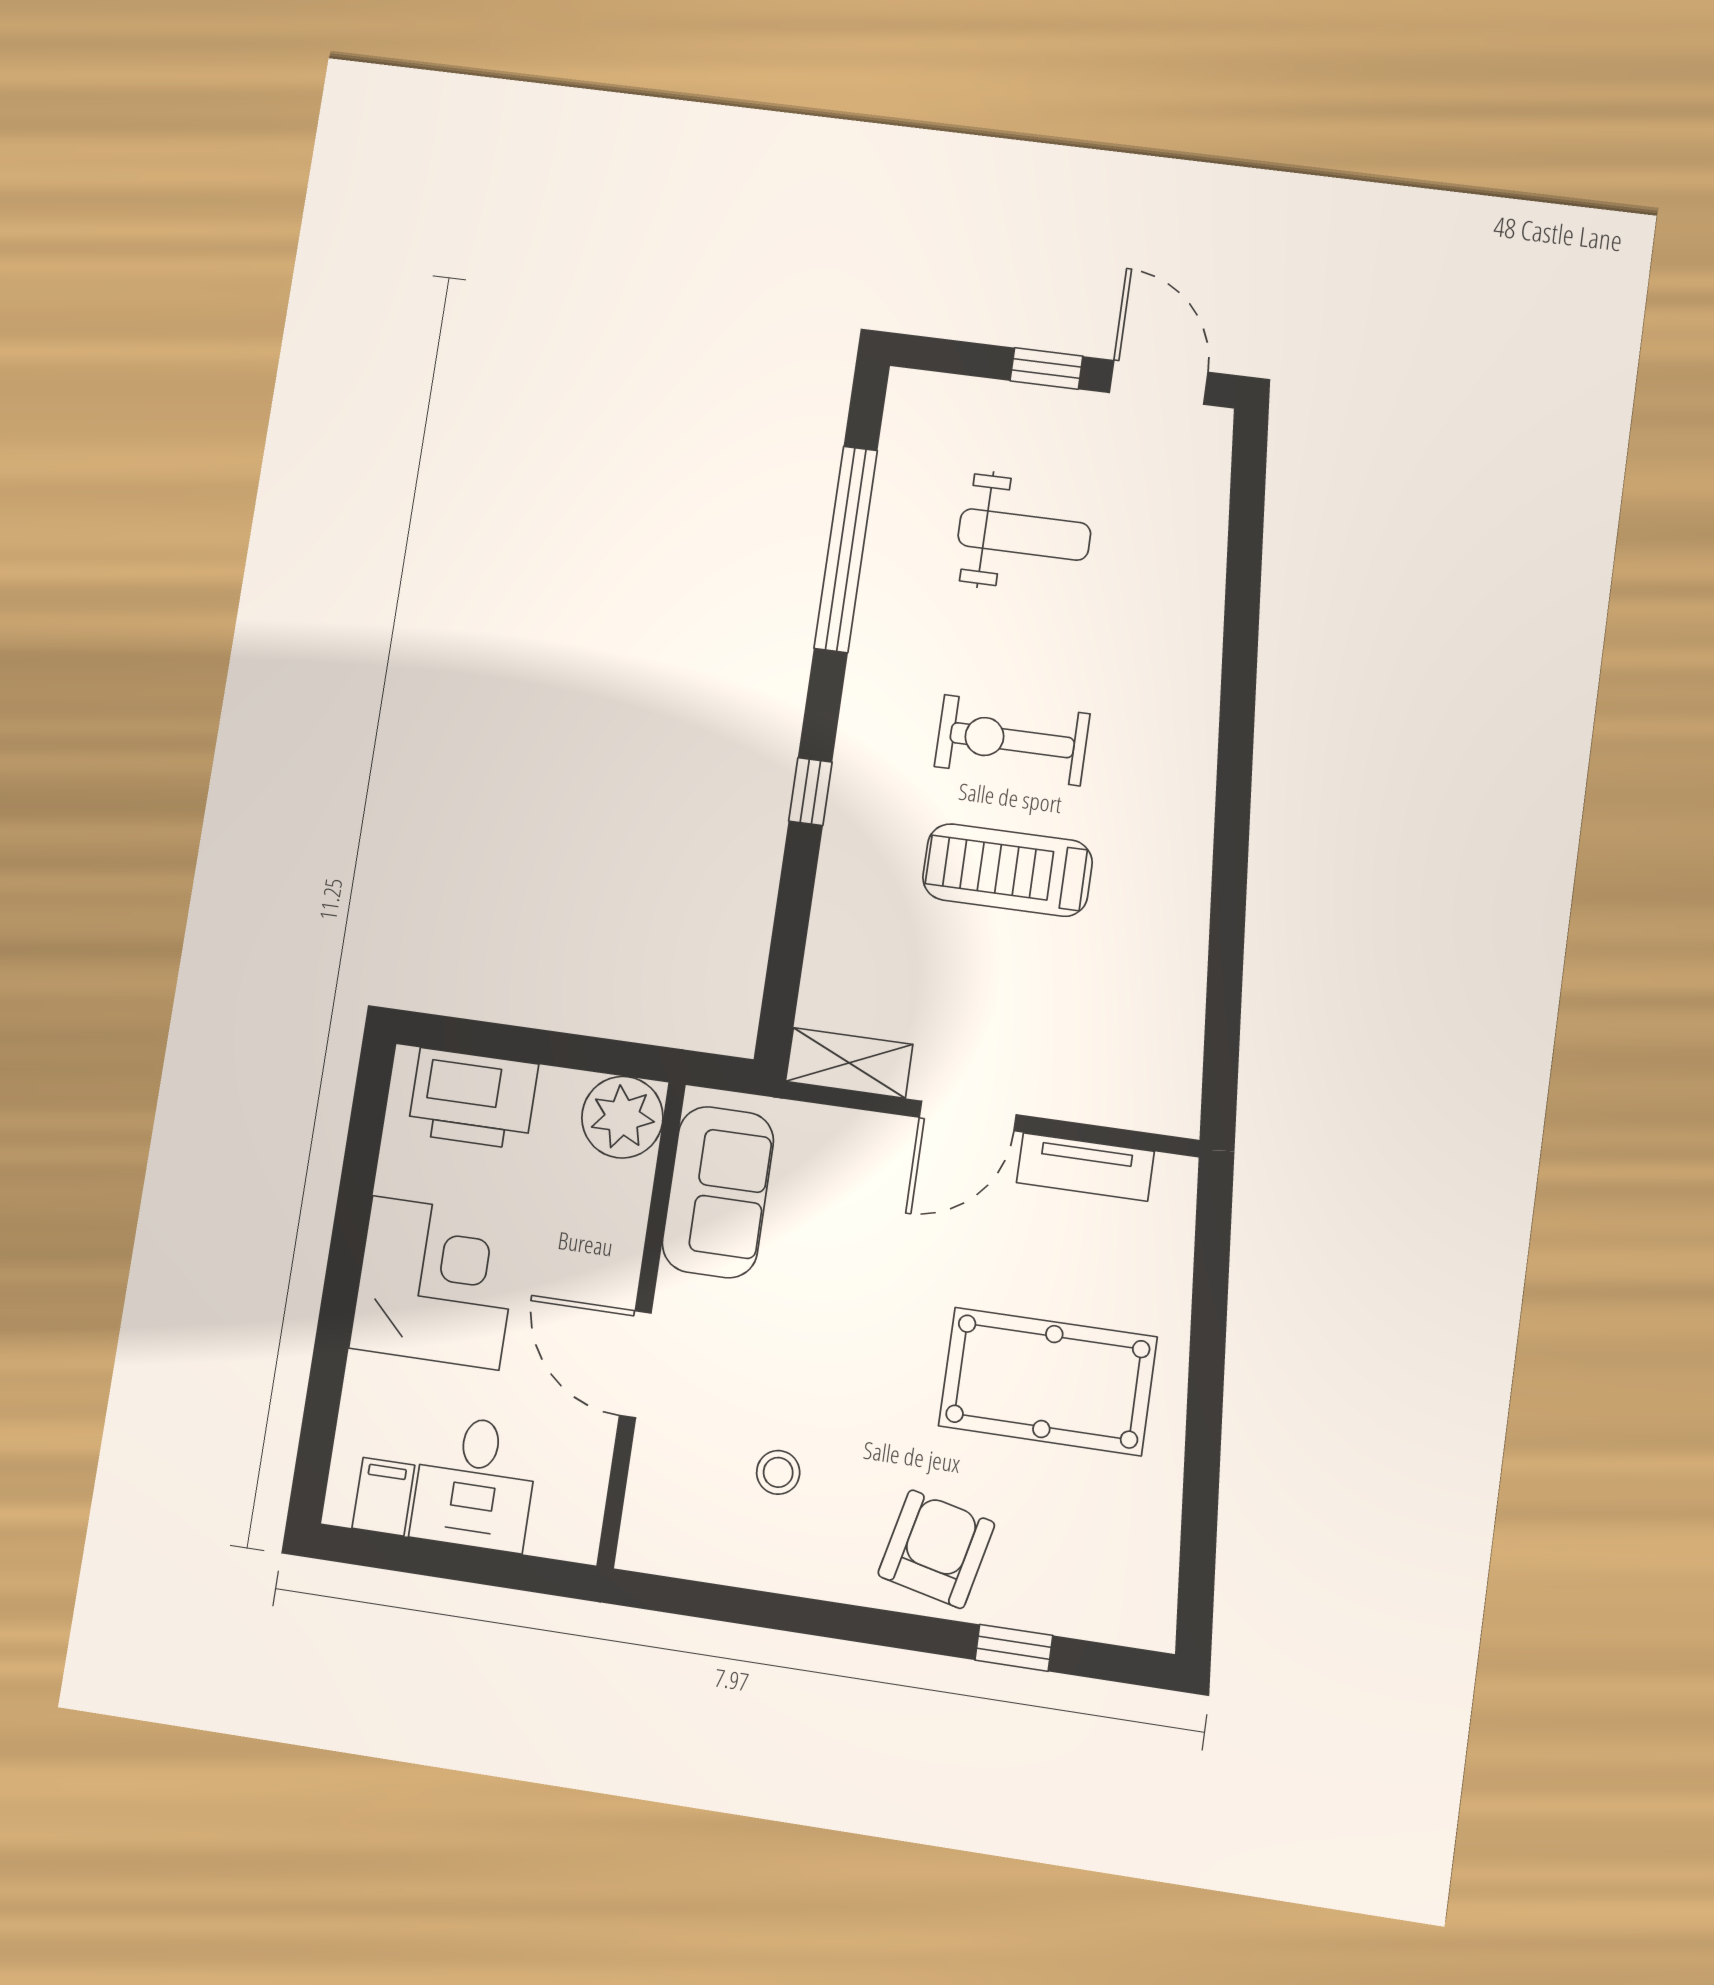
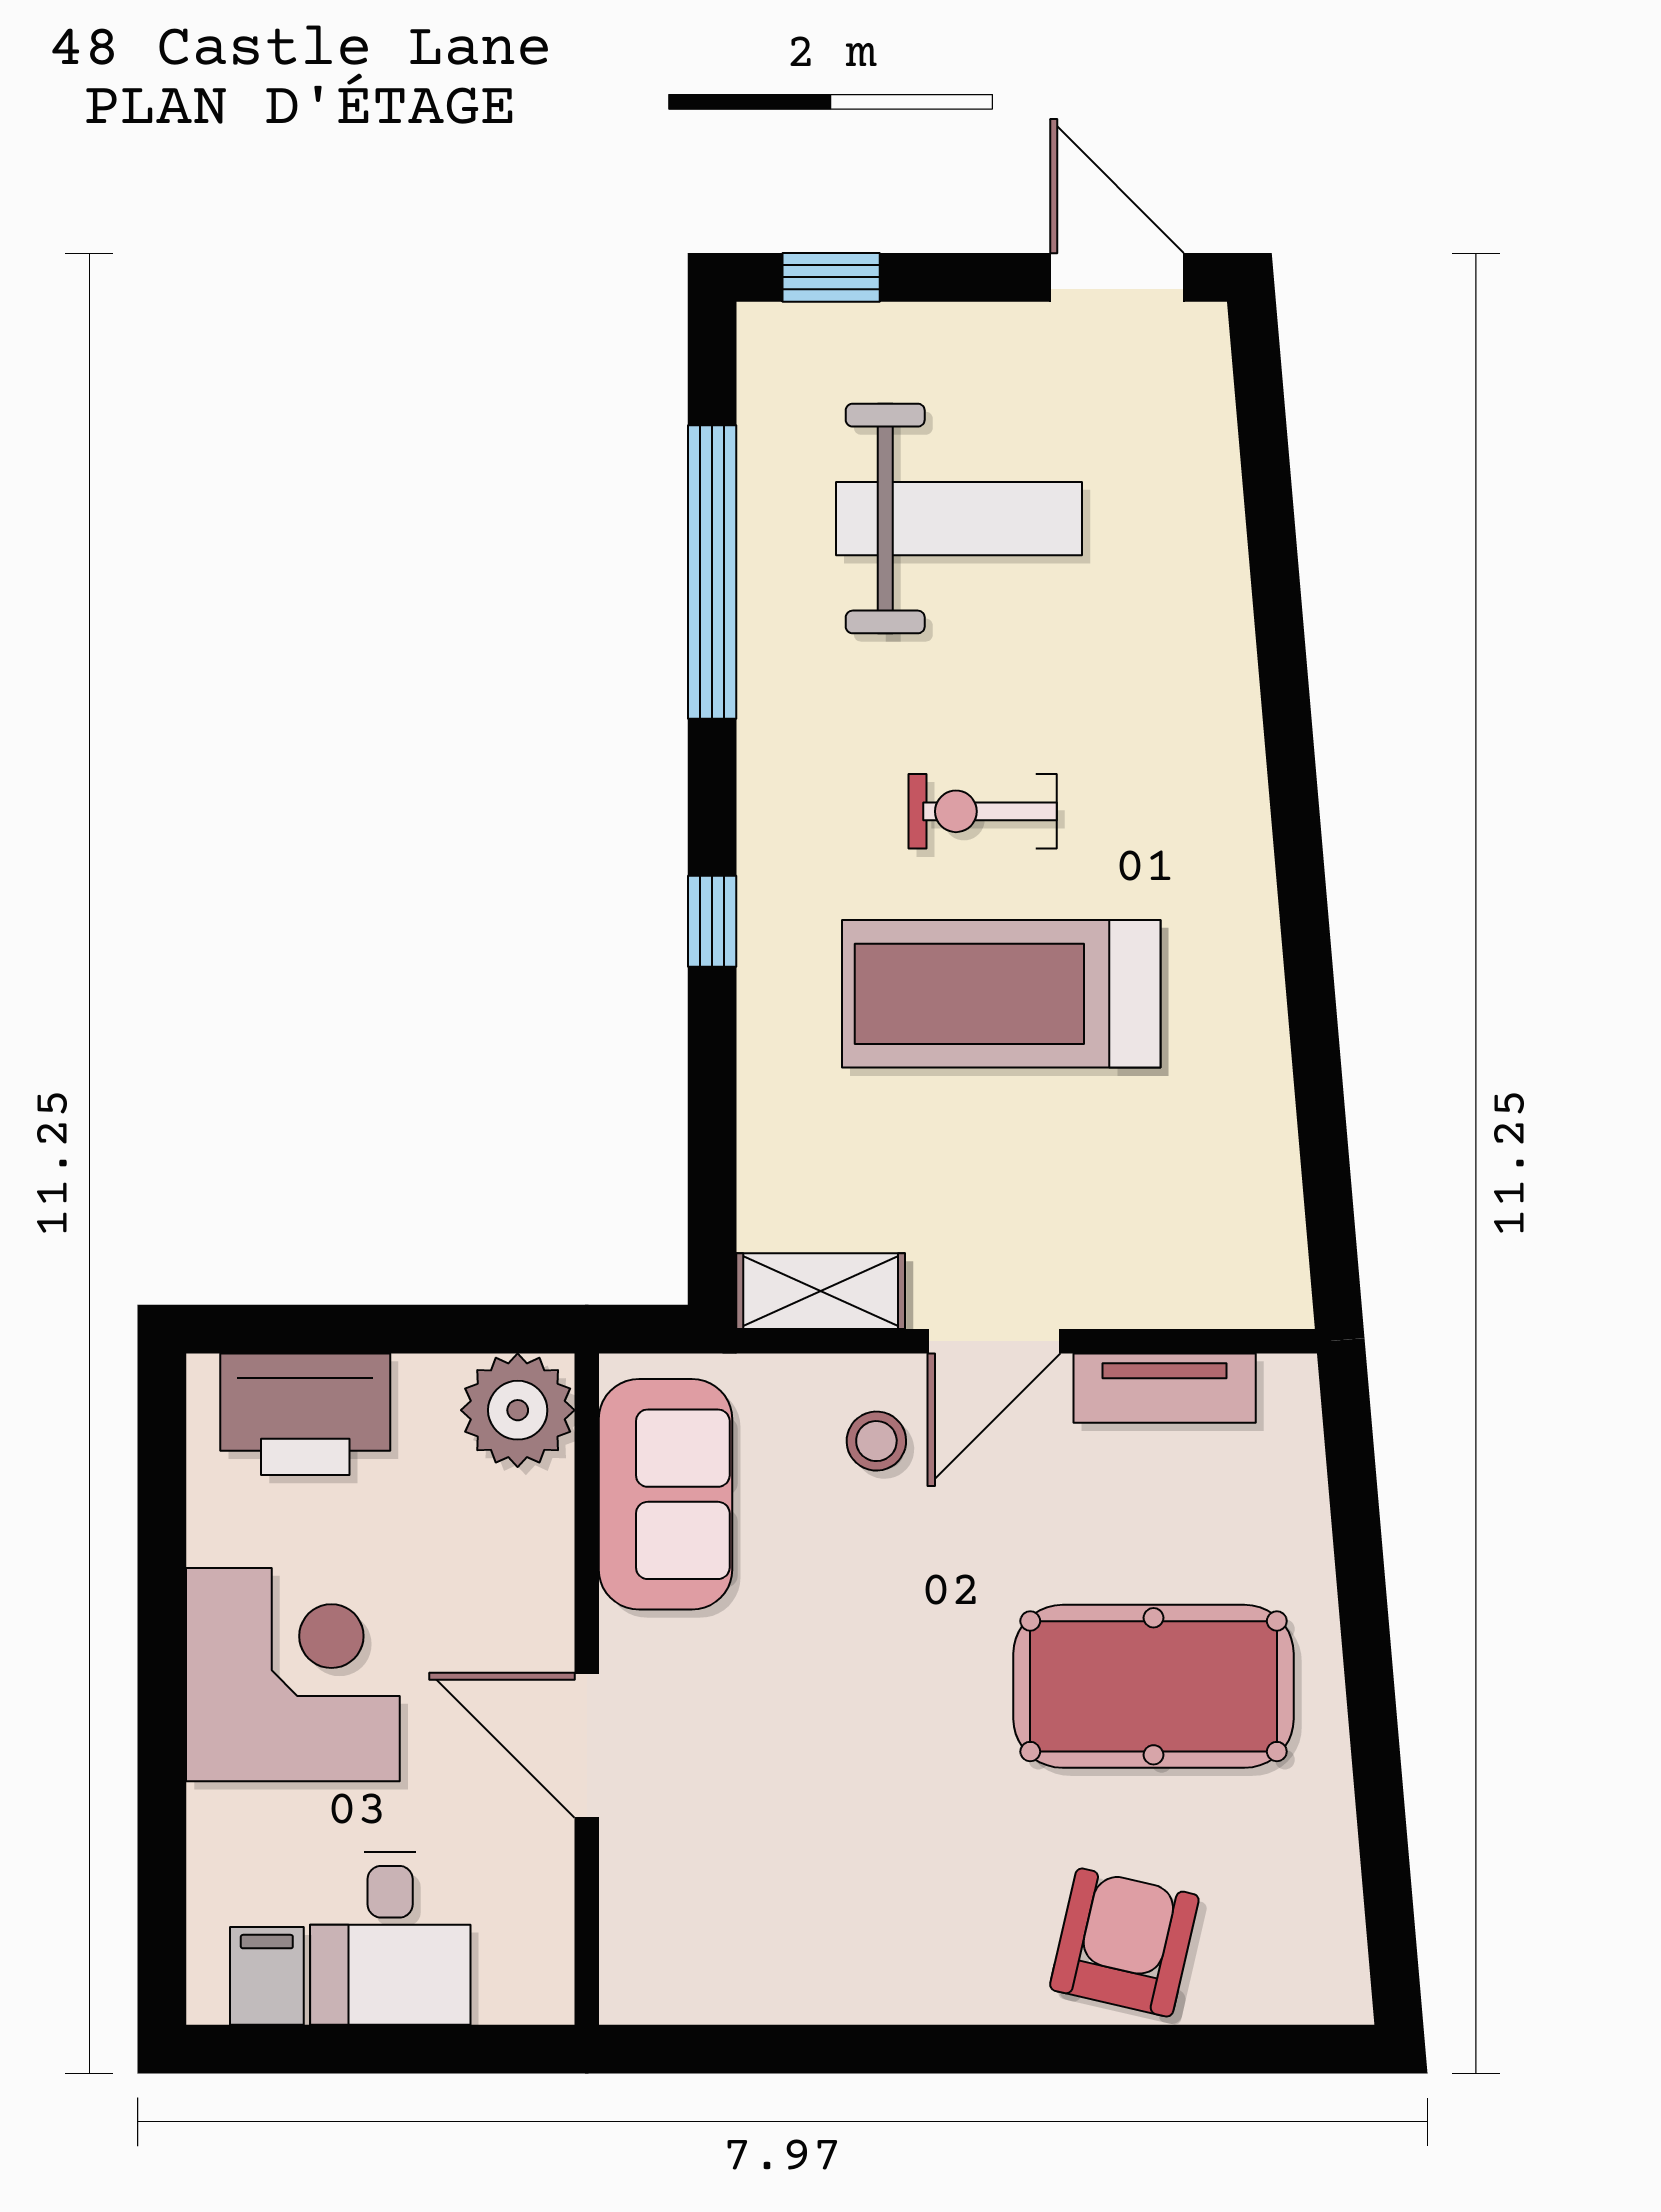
window: (1046, 368) -> (831, 277), moved
weight bench: (1024, 535) -> (959, 519), width x1.36, depth x1.33
exercise bike: (1012, 740) -> (983, 811), width x0.73, depth x0.72
treadmill: (1007, 870) -> (1001, 994), width x1.37, depth x1.37
stool: (778, 1472) -> (876, 1441), moved
armchair: (936, 1549) -> (1124, 1942), moved
window: (1014, 1648) -> (1157, 2049), removed

